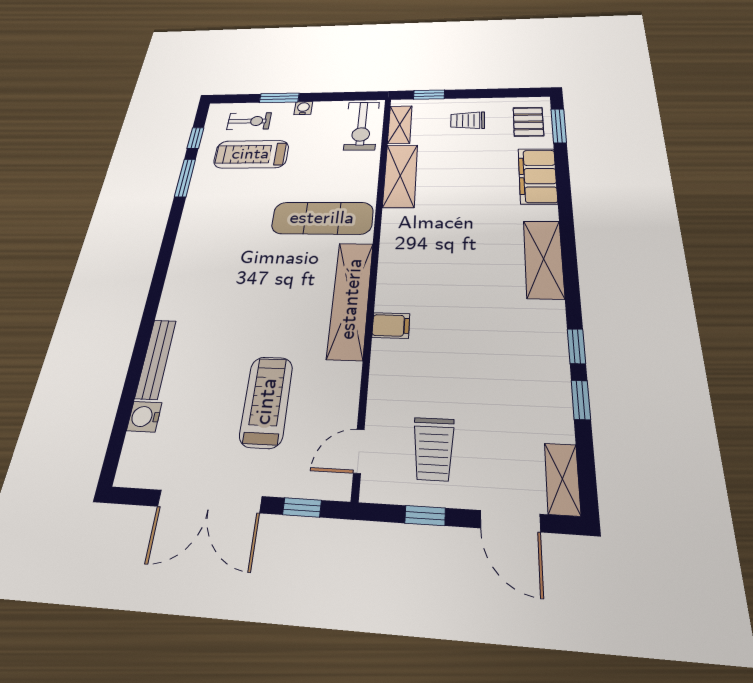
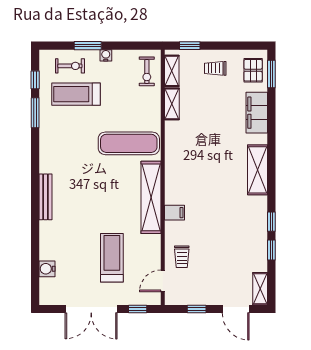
exercise bike: (362, 126) -> (147, 71), width x0.73, depth x0.72
shelving: (400, 176) -> (172, 104), width x0.67, depth x0.75
bench: (156, 359) -> (45, 197), moved
trolley: (433, 449) -> (182, 257), moved, width x0.73, depth x0.72

